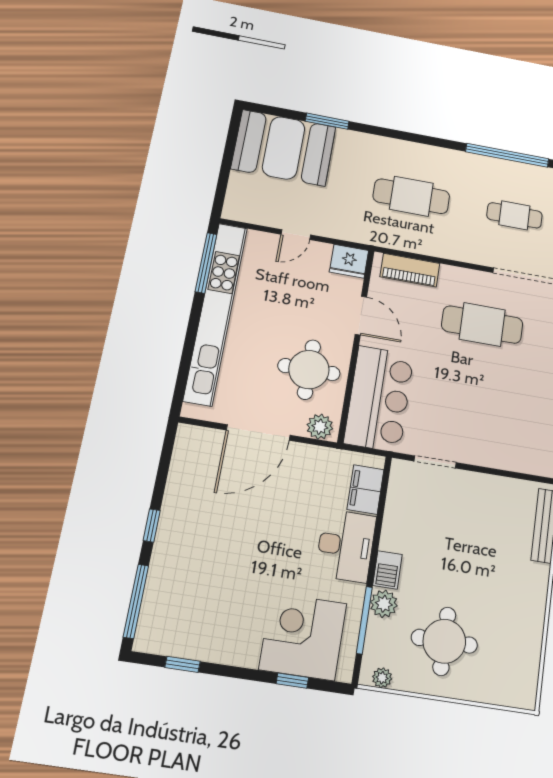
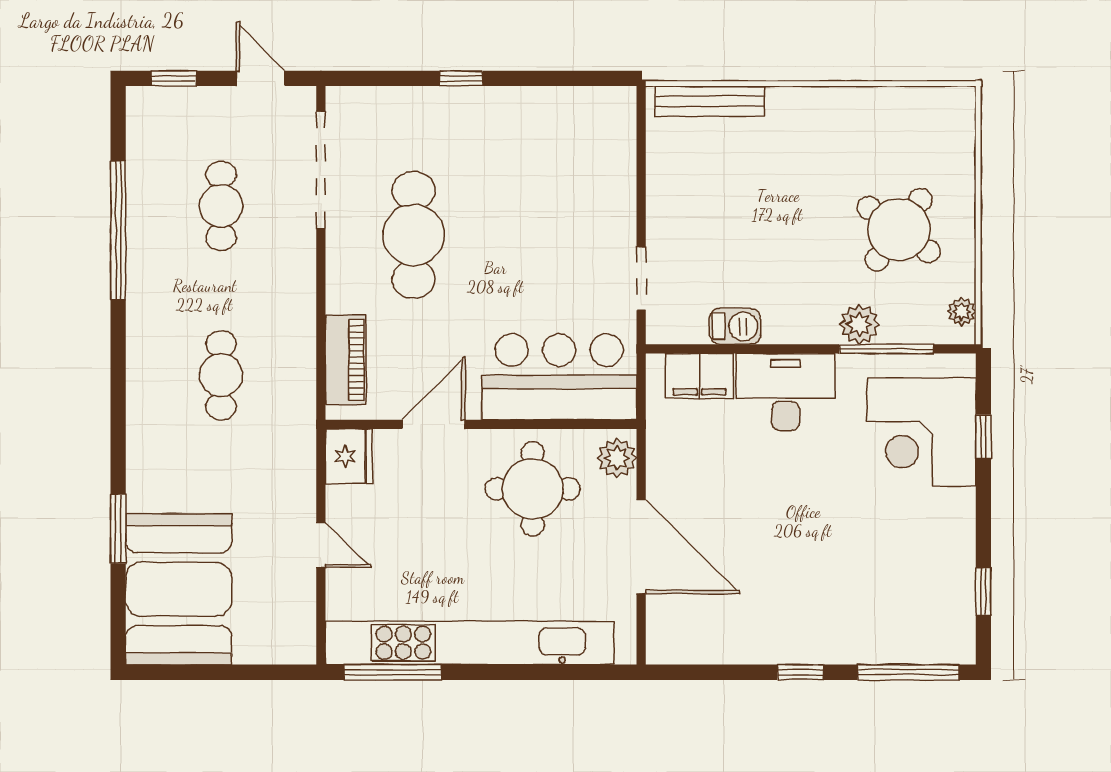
cafe table: (411, 196) -> (221, 375), width x0.73, depth x0.74
barbecue: (387, 570) -> (735, 326), moved
round table: (444, 641) -> (899, 230), turned 36

